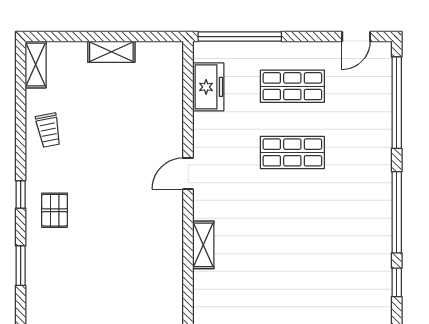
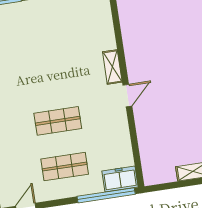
freezer: (208, 87) -> (120, 179), moved, turned 90
shelving: (203, 245) -> (112, 67), moved

